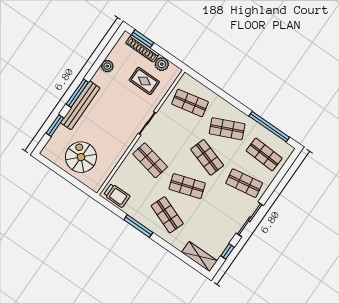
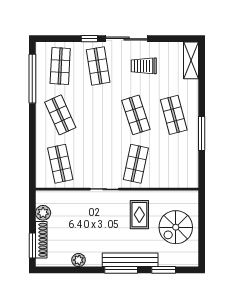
rug: (144, 81) -> (139, 215), moved
shop shelf: (207, 157) -> (98, 115), removed
trolley: (117, 195) -> (144, 66), moved, turned -90
shop shelf: (167, 215) -> (174, 115), turned -36
window: (227, 251) -> (89, 39), moved

